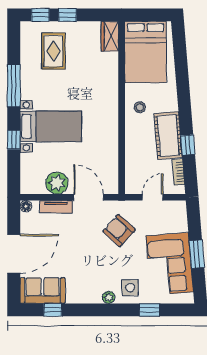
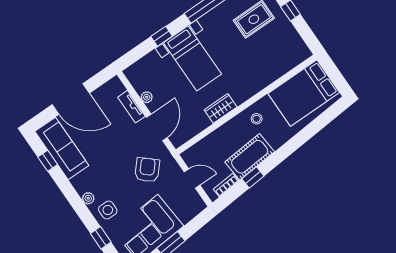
wardrobe: (110, 36) -> (221, 108), moved
plant: (57, 183) -> (147, 97), width x0.53, depth x0.53
floor lamp: (26, 206) -> (115, 82), removed
sofa: (43, 291) -> (62, 148), width x1.36

